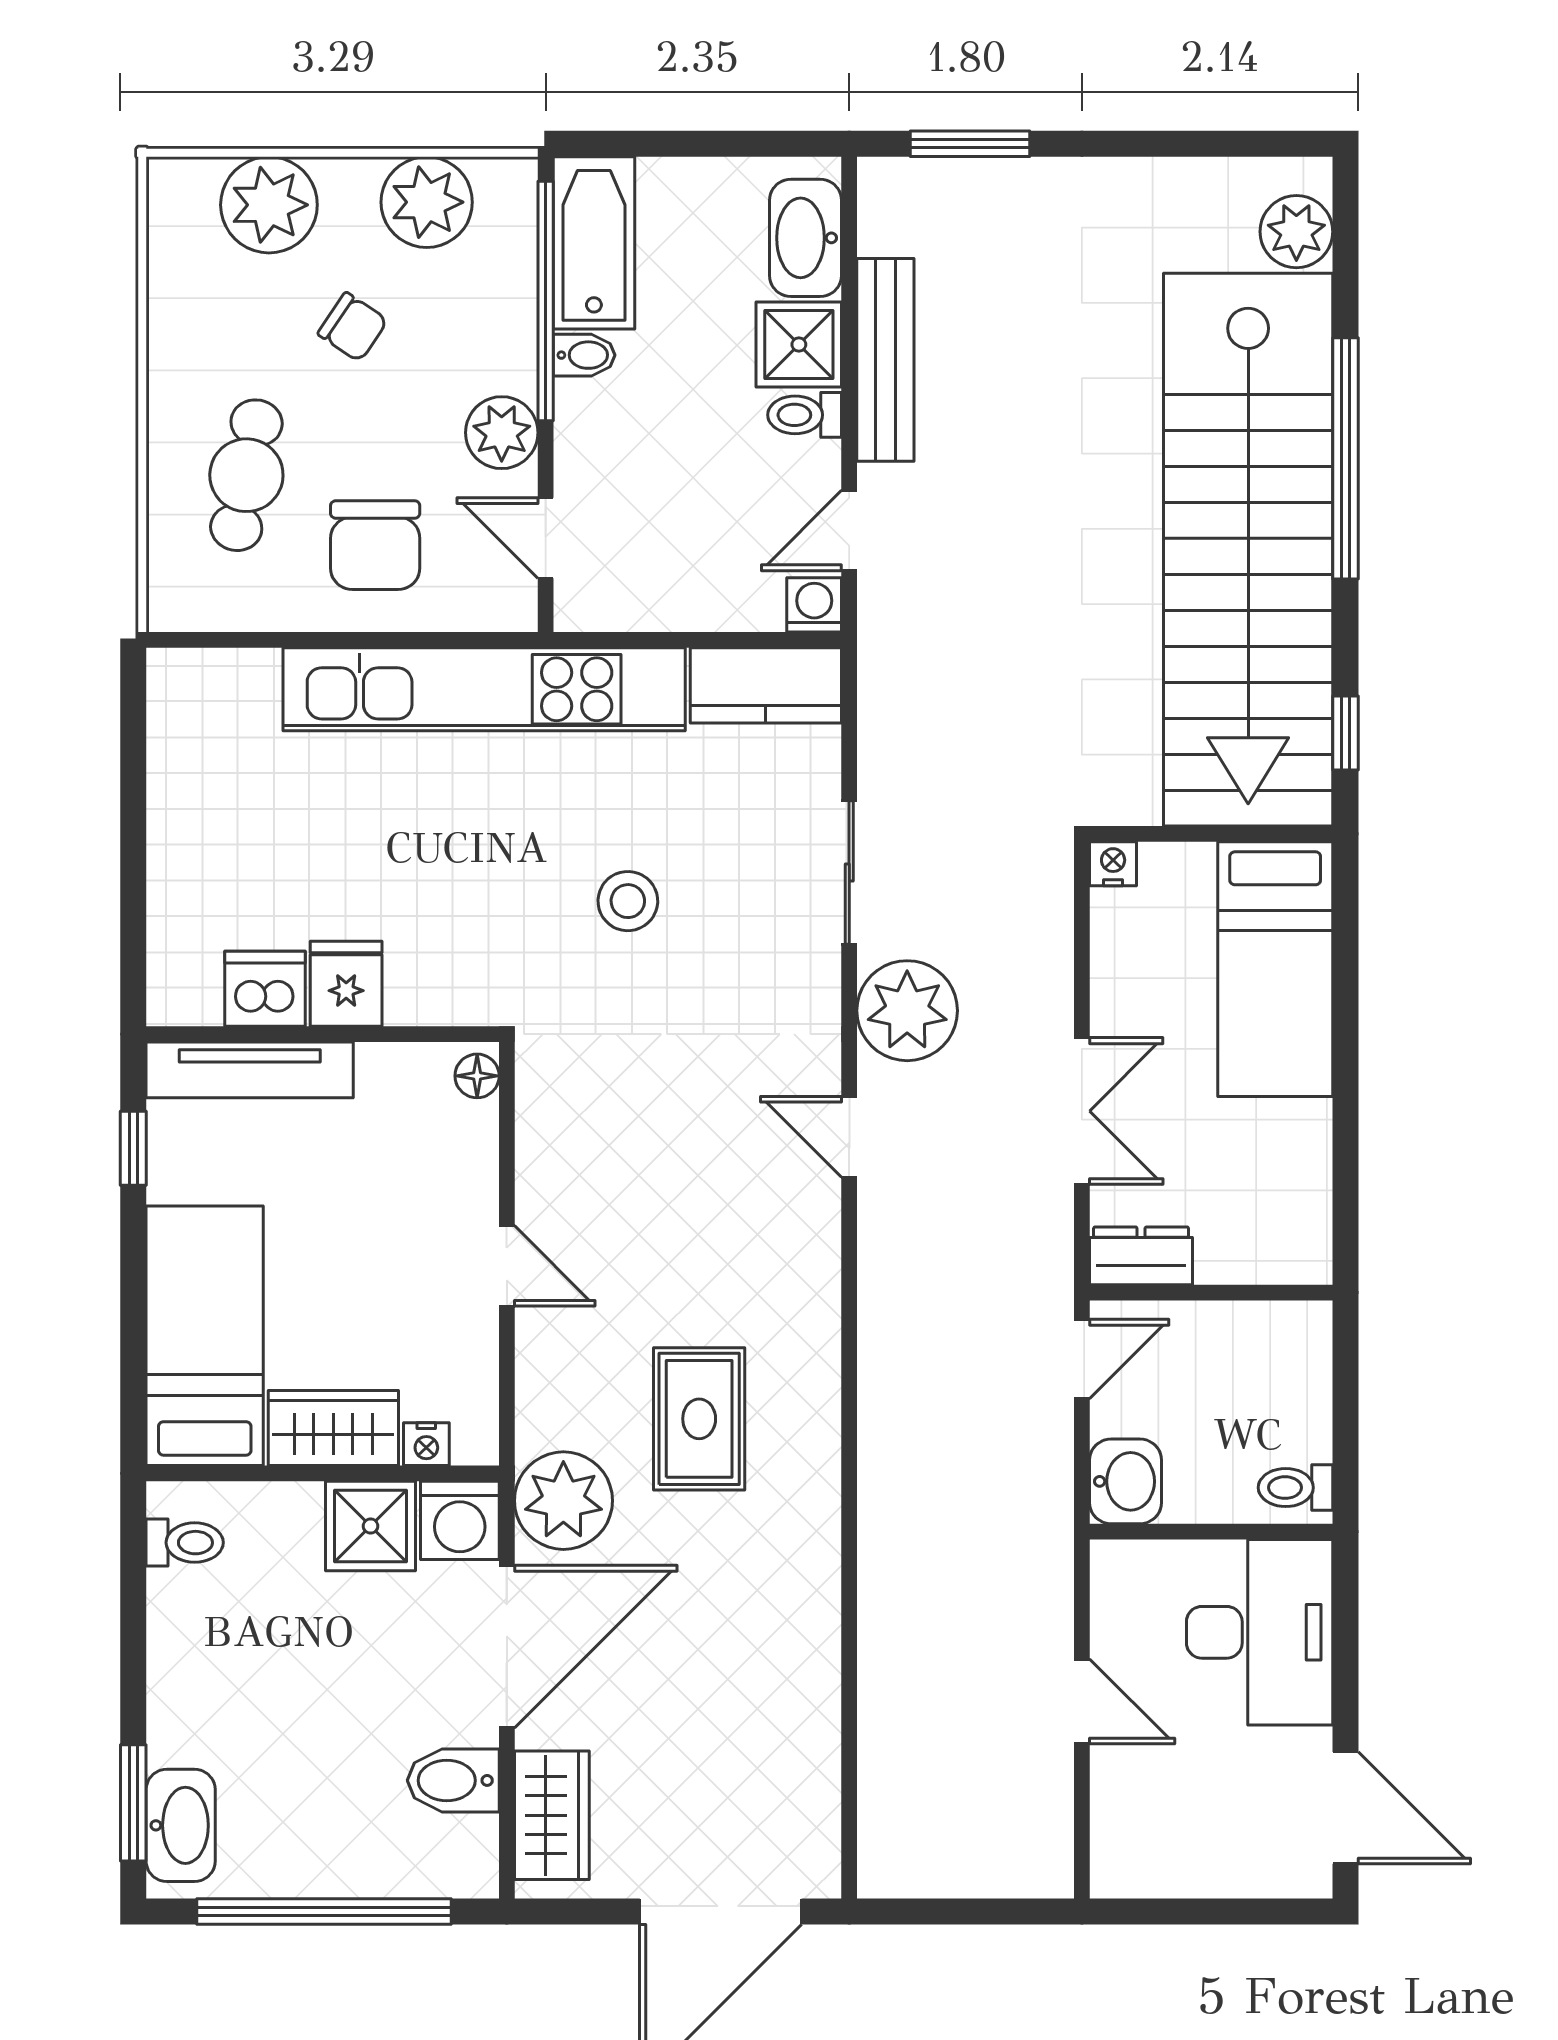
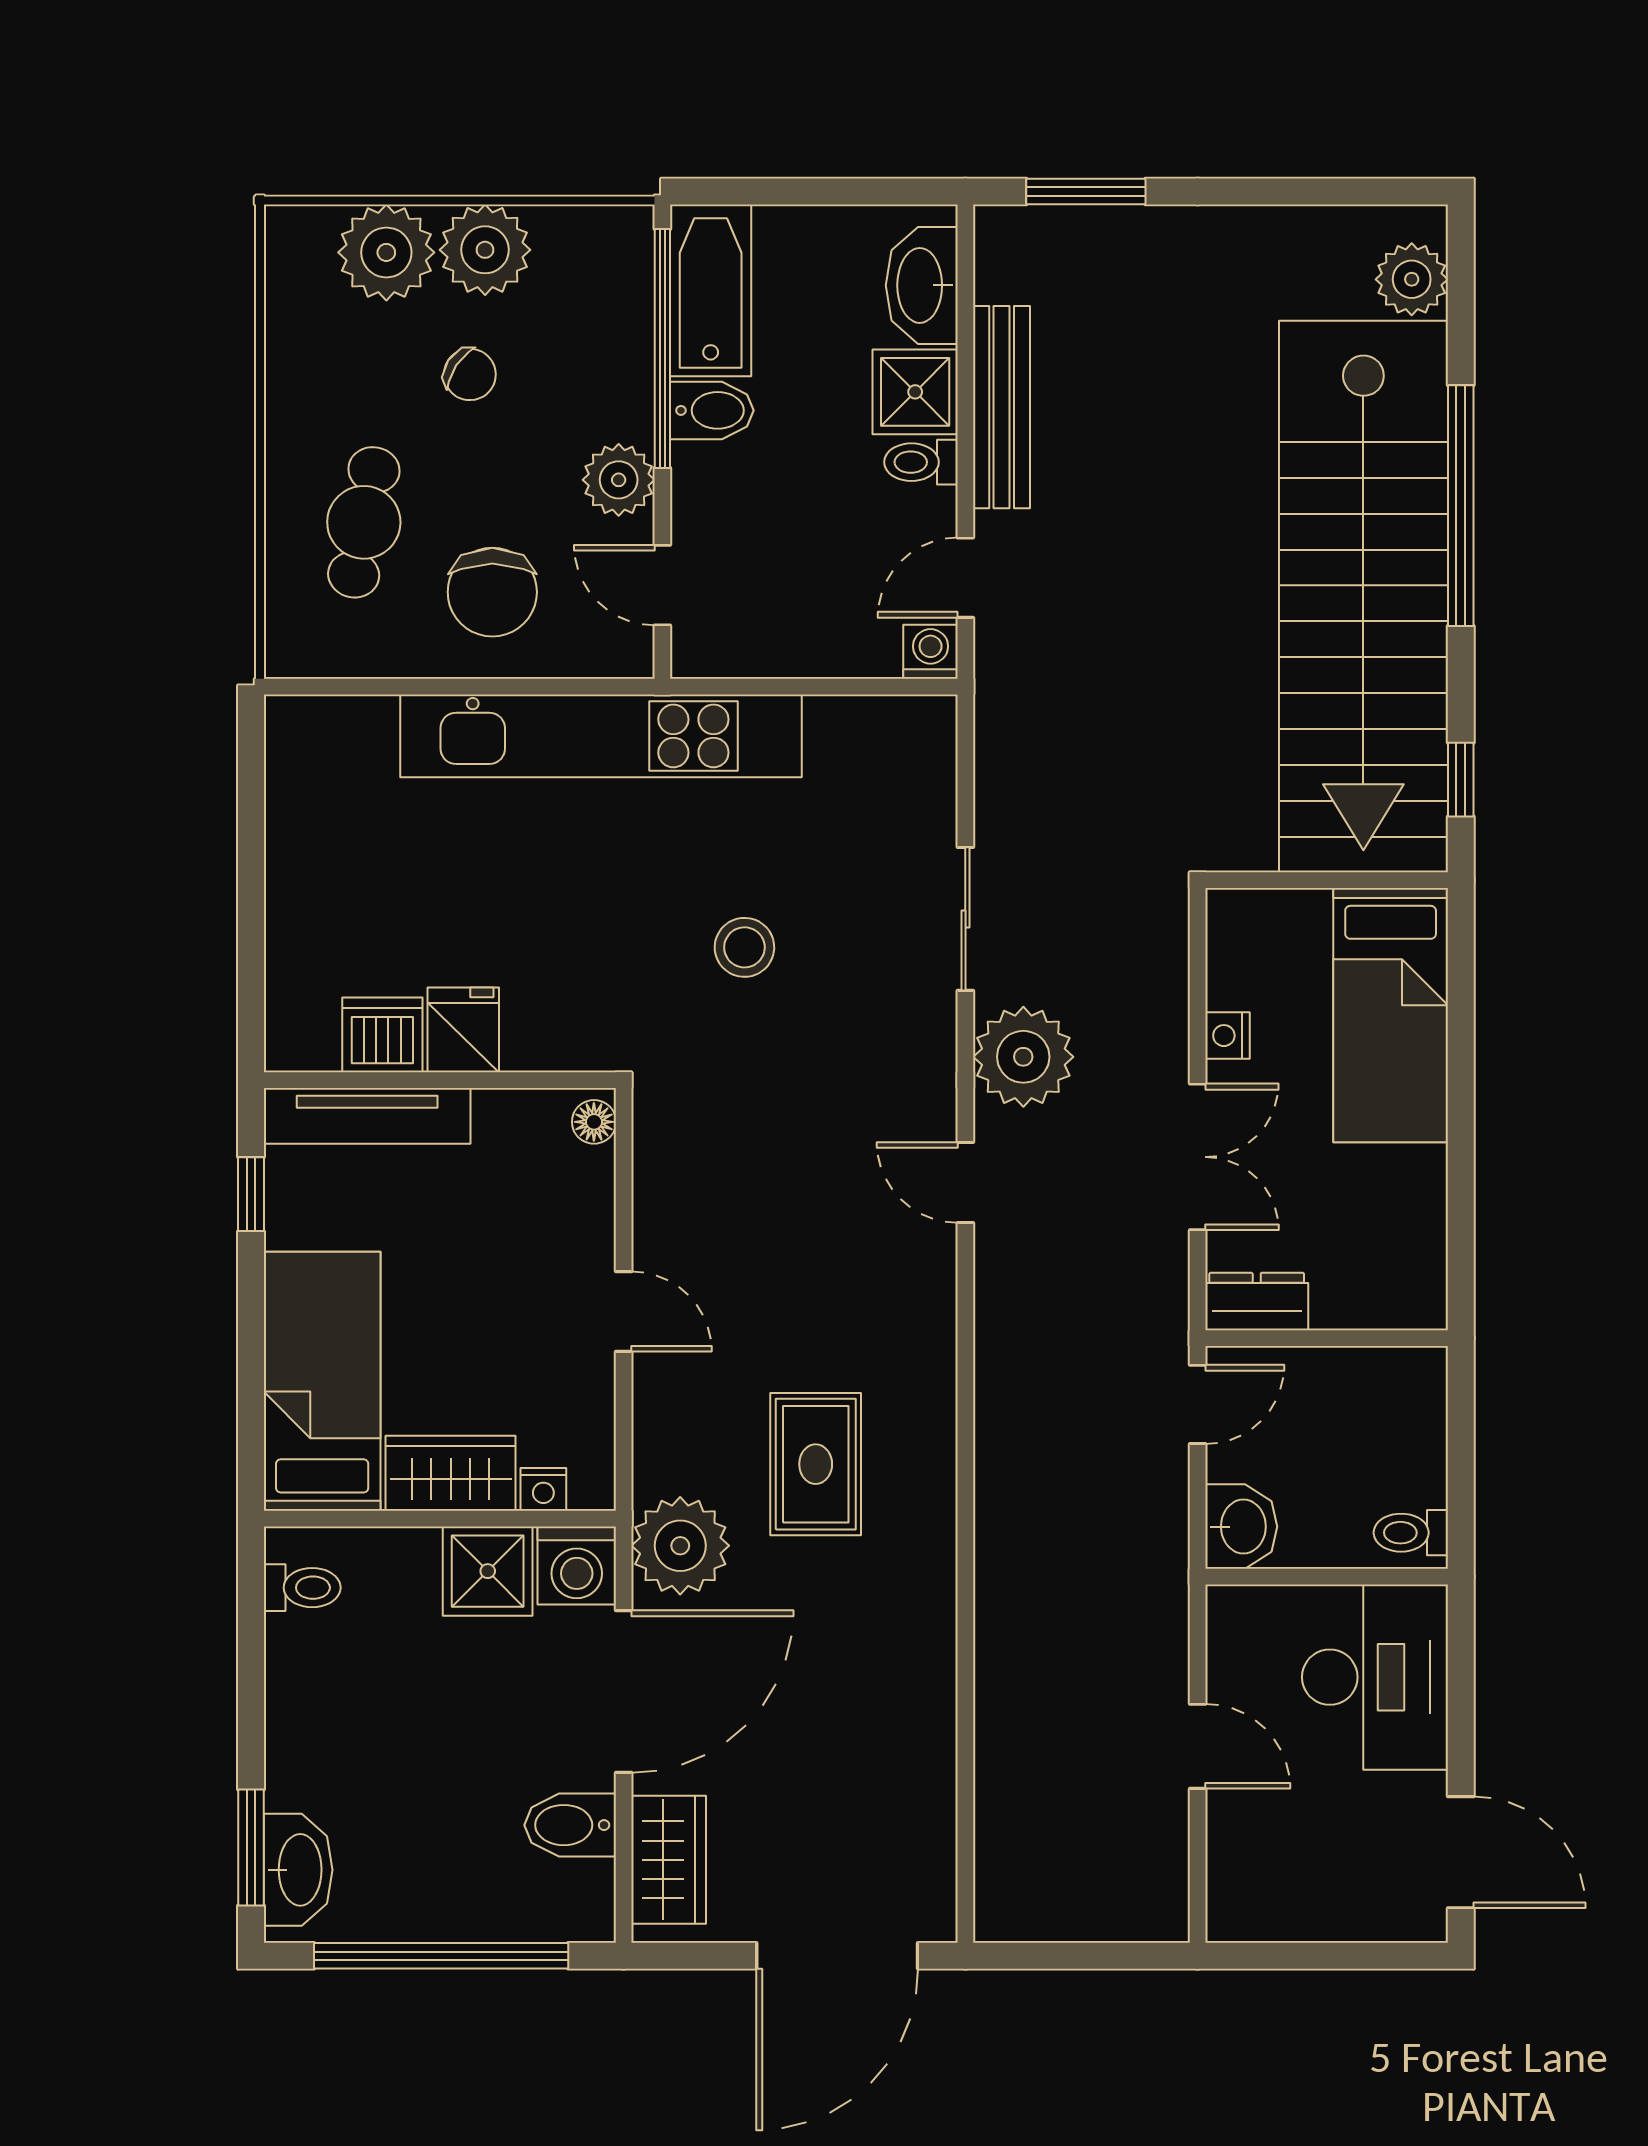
plant: (427, 202) -> (485, 250), moved
bidet: (584, 355) -> (712, 410), width x1.38, depth x1.36
kitchen counter: (766, 685) -> (882, 732), removed
nightstand: (1113, 864) -> (1227, 1036), moved, turned -90

